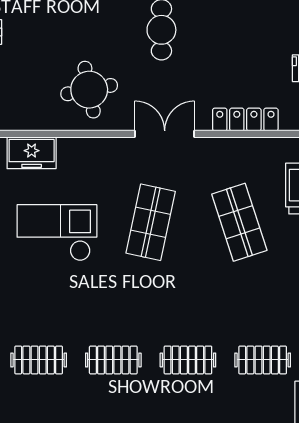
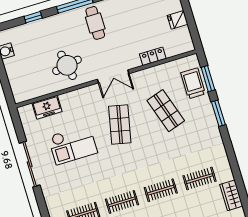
locker: (245, 120) -> (153, 56), width x0.66
double door: (165, 134) -> (113, 76), swing flipped
checkout: (57, 233) -> (73, 145), turned 180

